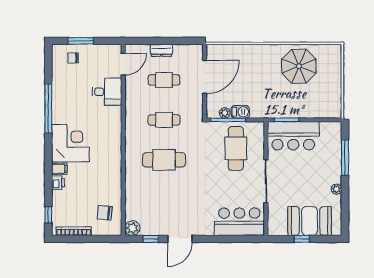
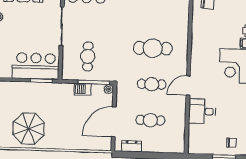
dresser: (161, 50) -> (132, 146), moved
door: (123, 64) -> (188, 85), moved
plant: (225, 113) -> (109, 89), moved
cafe table: (236, 148) -> (88, 56), width x0.73, depth x0.74

